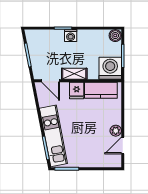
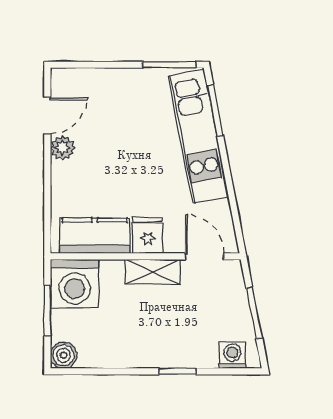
washing machine: (71, 36) -> (232, 355), moved

